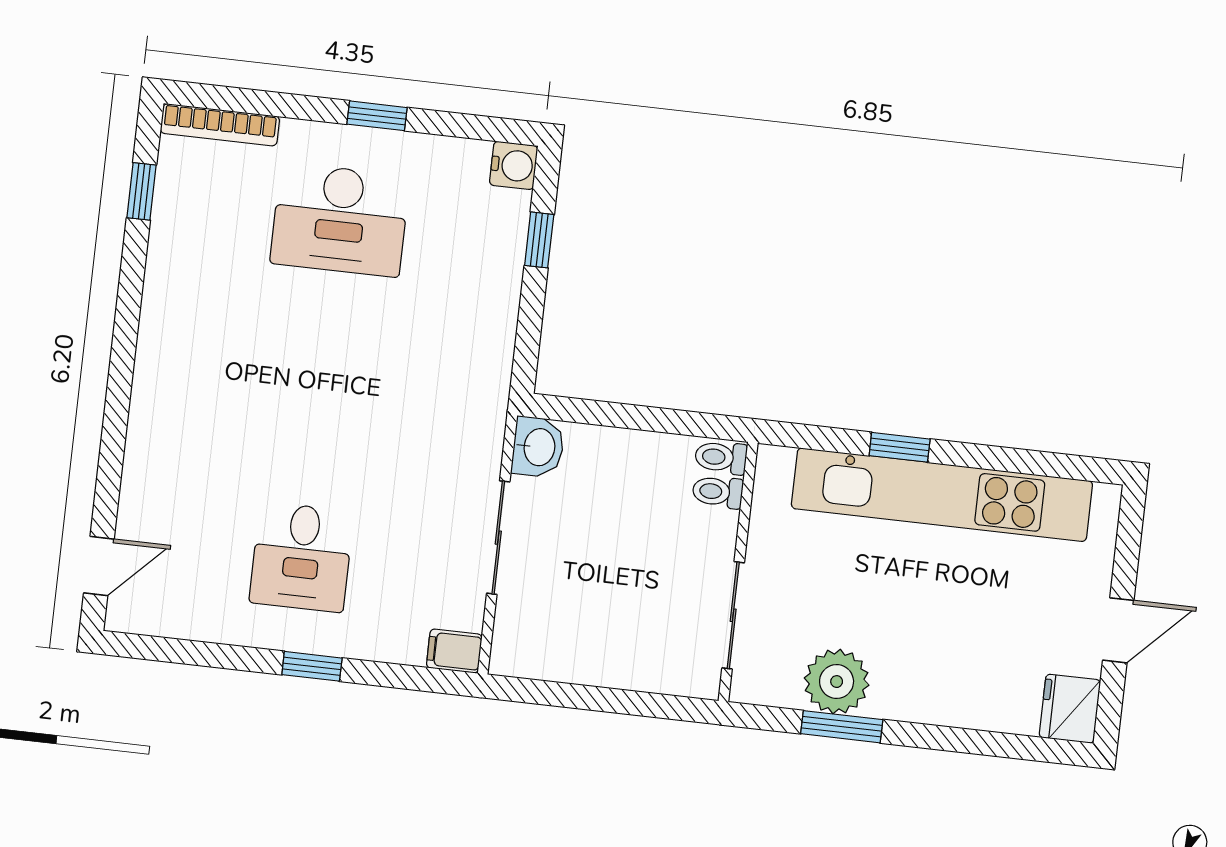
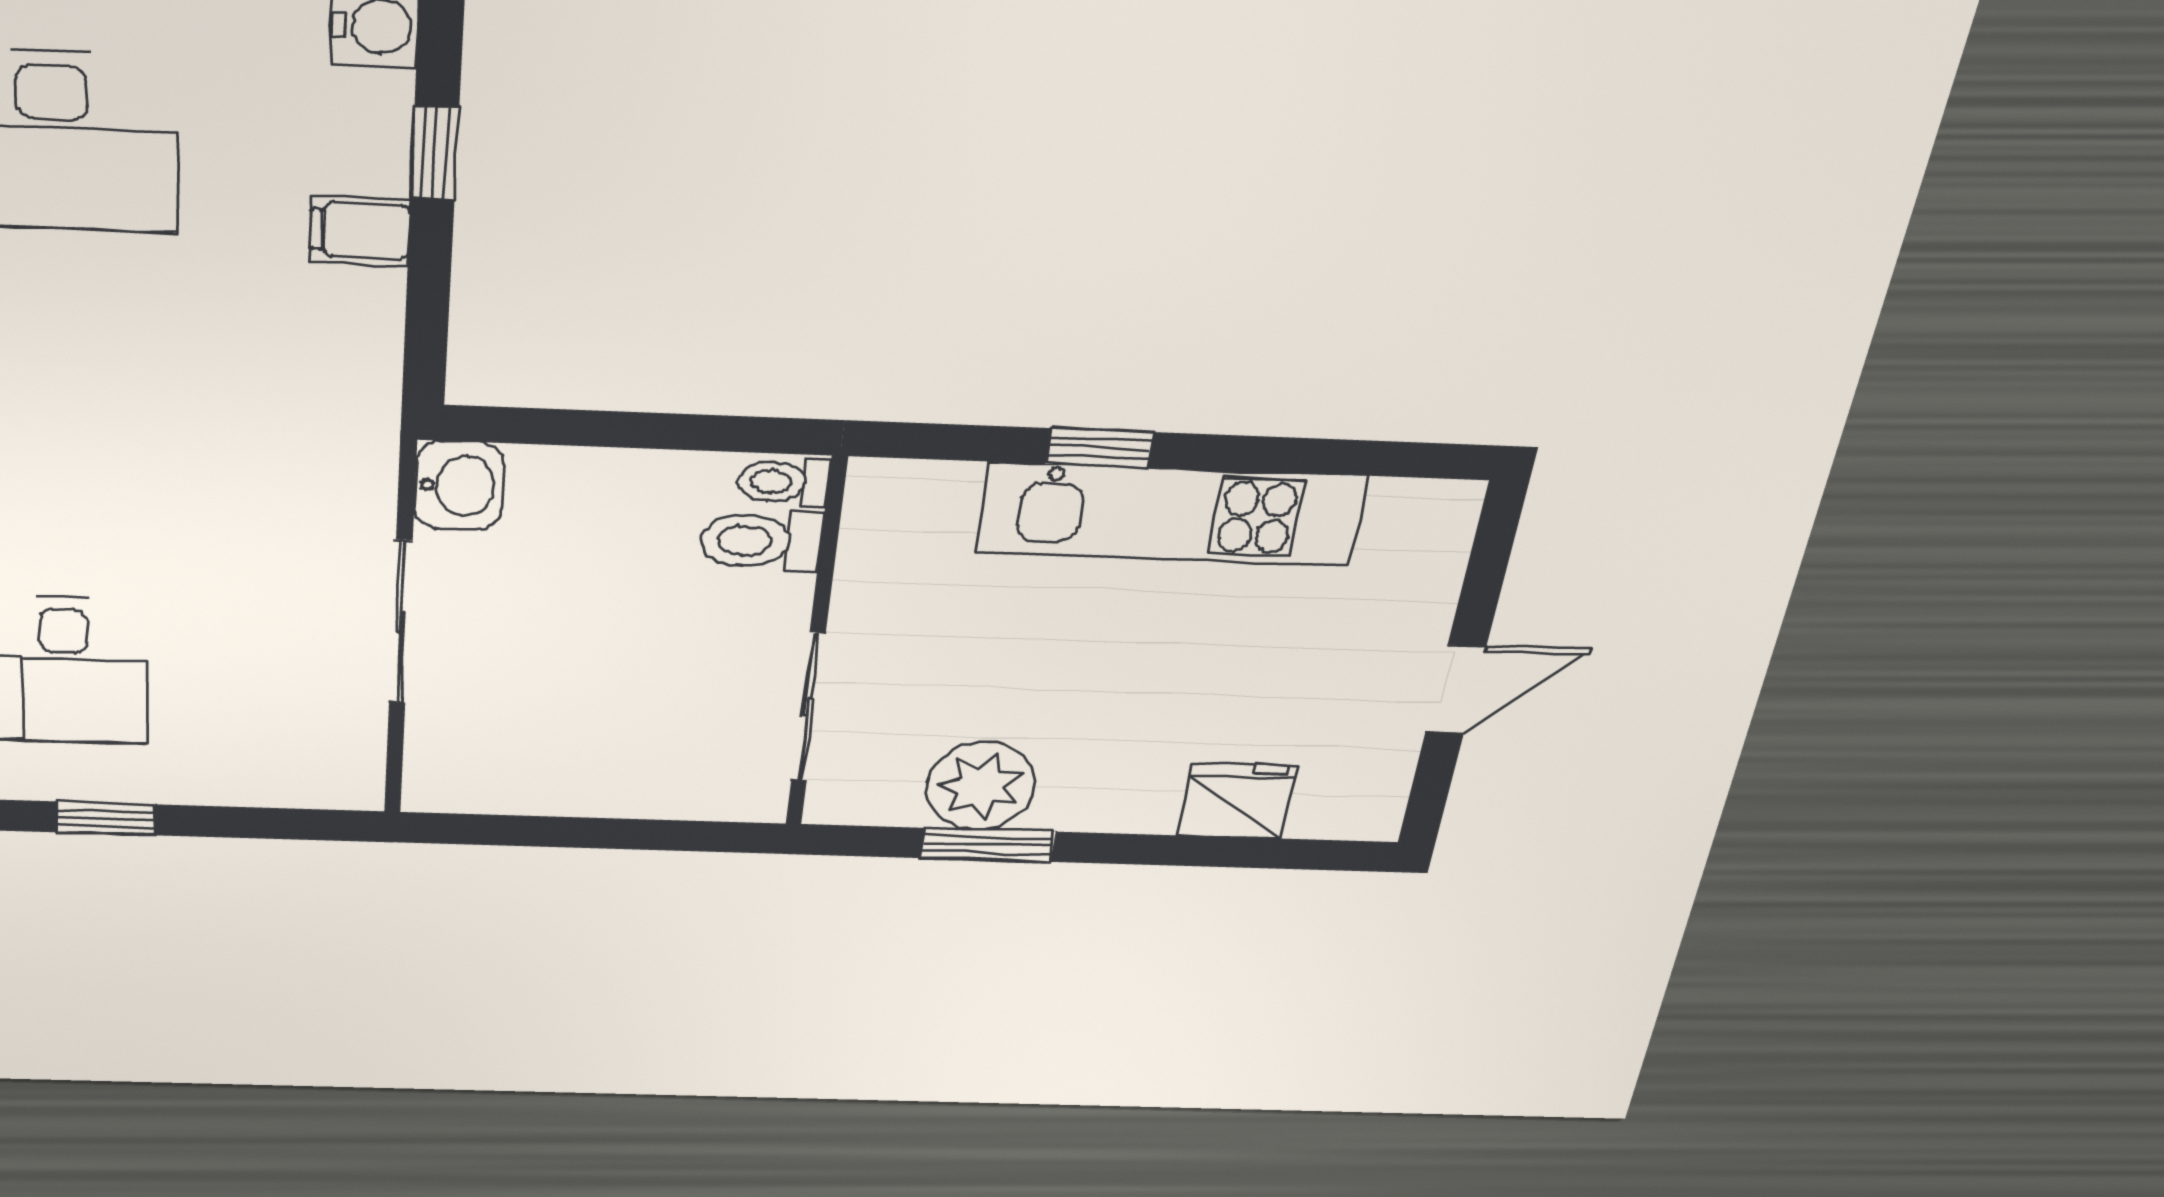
toilet: (718, 492) -> (761, 541), width x1.37, depth x1.39
kitchen unit: (942, 495) -> (1171, 514), width x0.73
filing cabinet: (454, 651) -> (360, 231), moved
fridge: (1070, 709) -> (1237, 801), moved, turned 90

